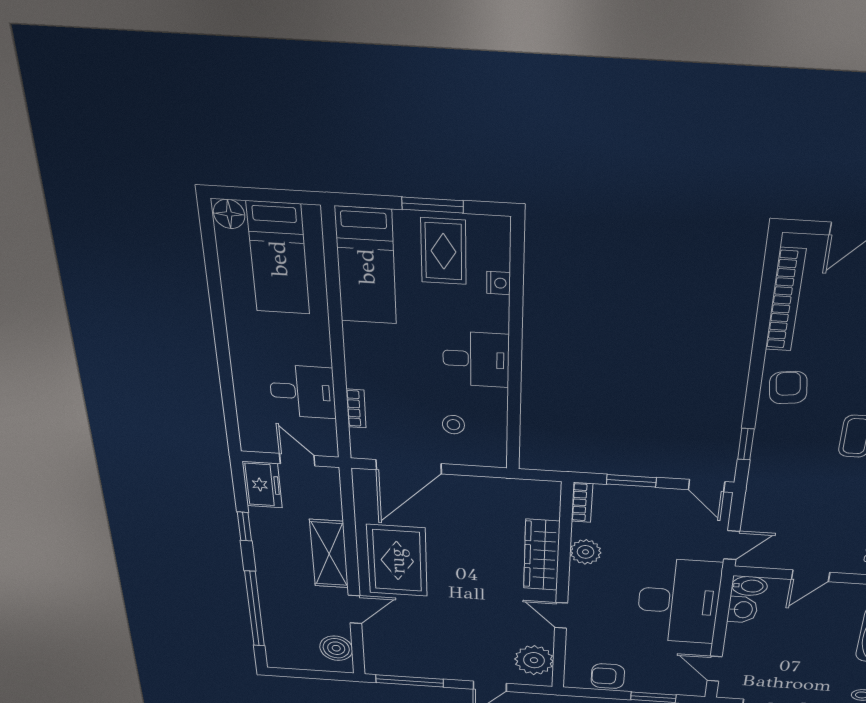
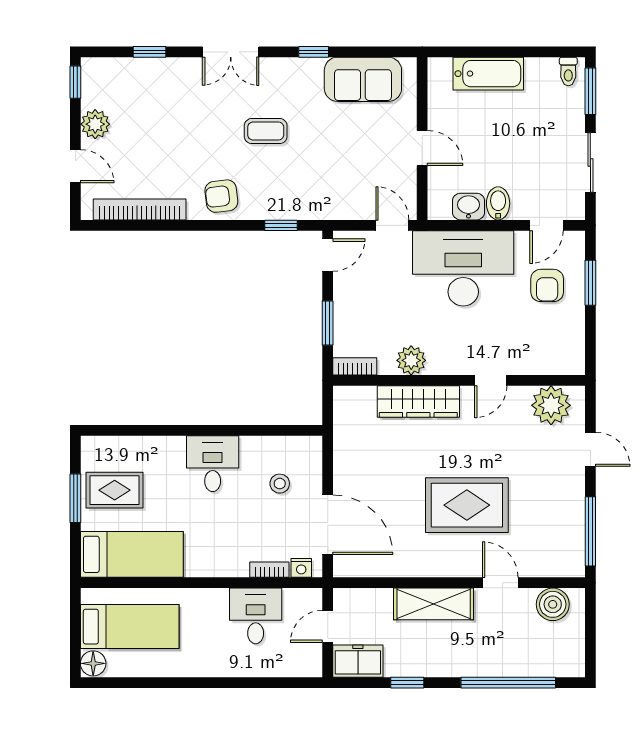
nightstand: (498, 283) -> (301, 568), moved, turned 180
rug: (397, 561) -> (467, 505), moved
bidet: (749, 586) -> (498, 203), moved
armchair: (608, 676) -> (547, 285), moved

